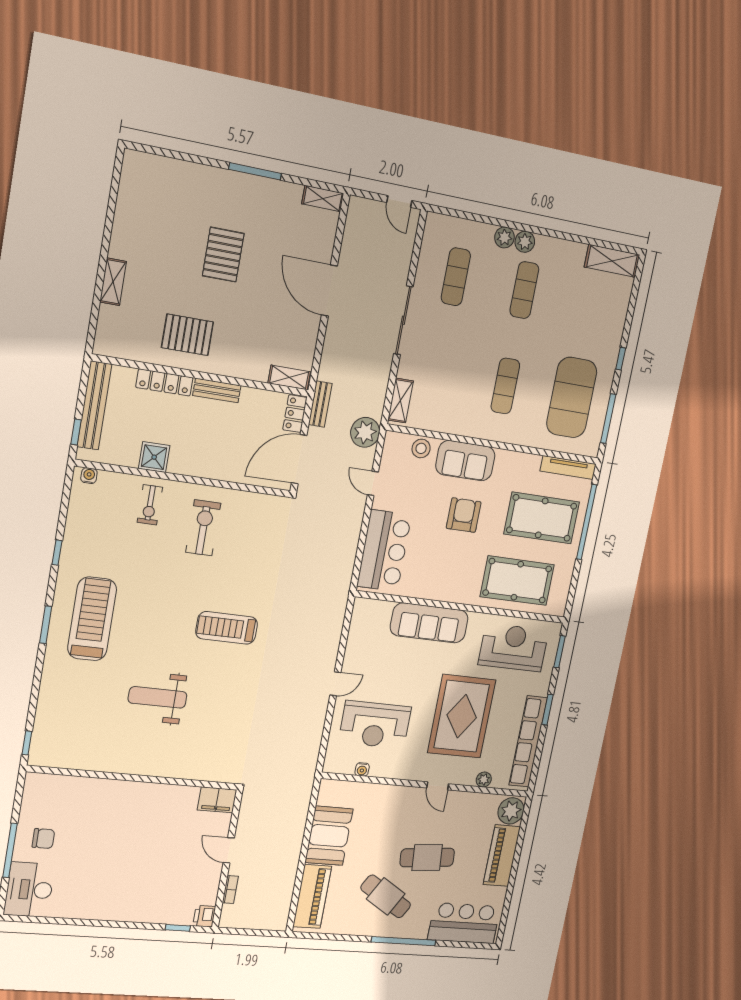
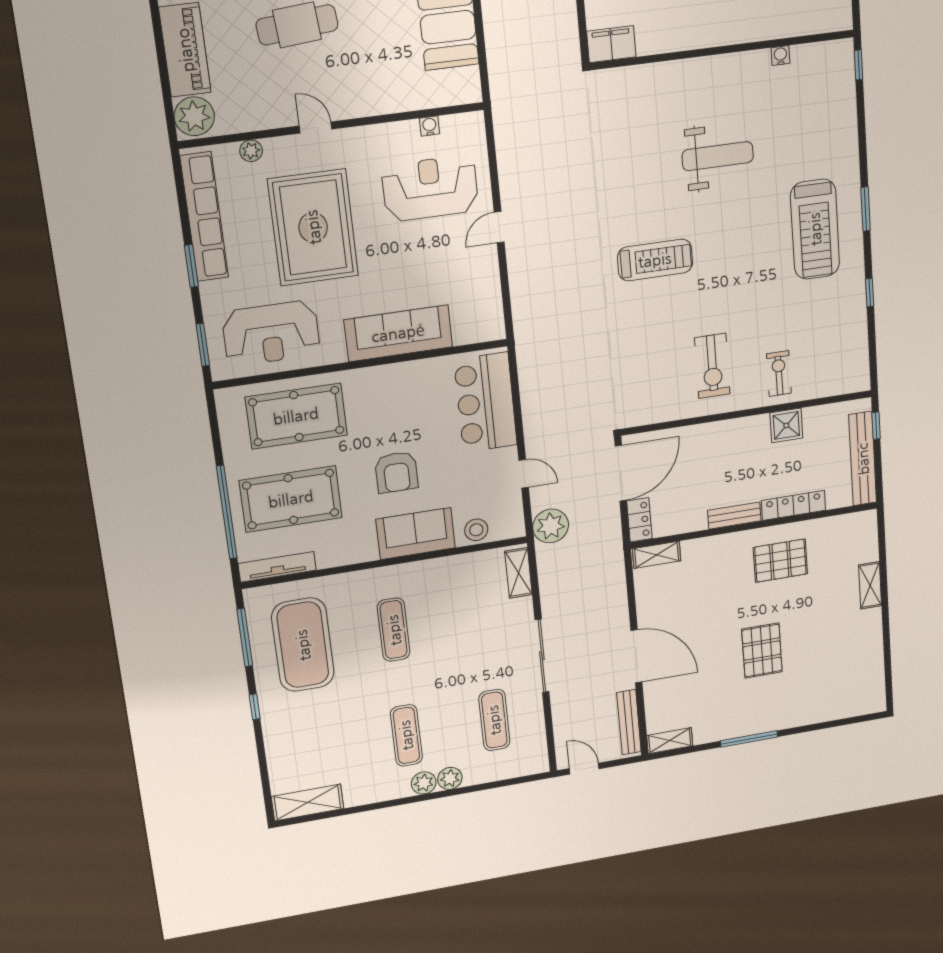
bench: (320, 404) -> (629, 722), moved, width x1.36
water cooler: (89, 476) -> (780, 56), moved, turned 180

